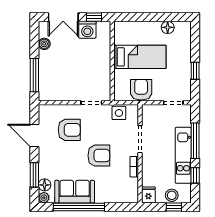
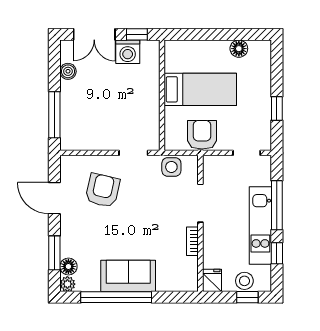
armchair: (69, 130) -> (103, 190), turned -77
armchair: (99, 156) -> (144, 226), removed
sofa: (75, 192) -> (128, 276), moved

